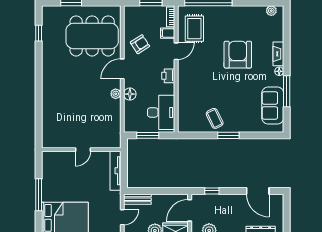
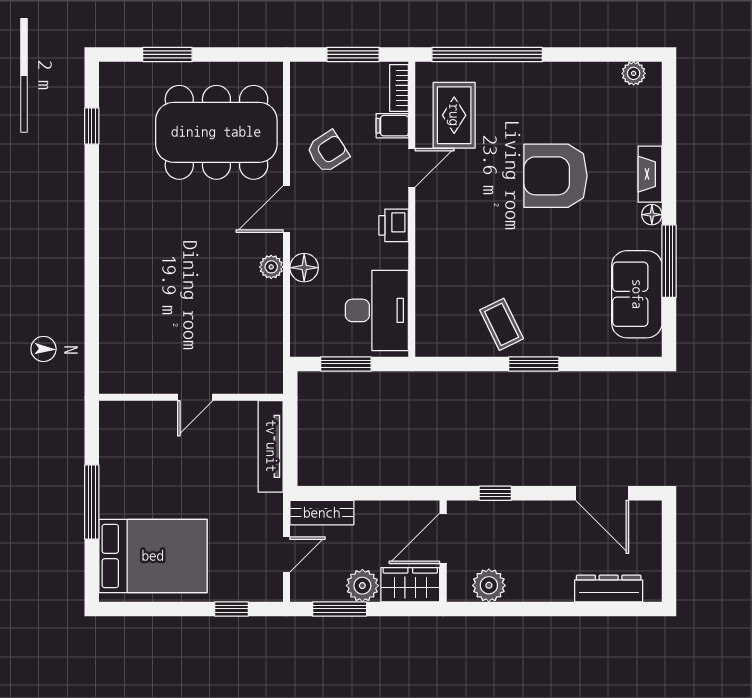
armchair: (238, 55) -> (555, 176), turned -90

